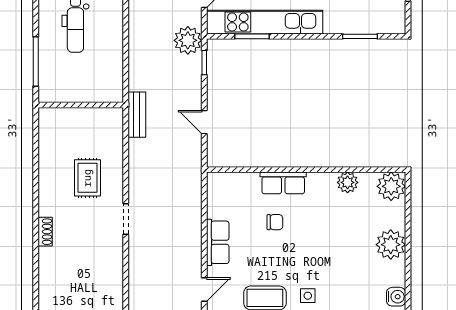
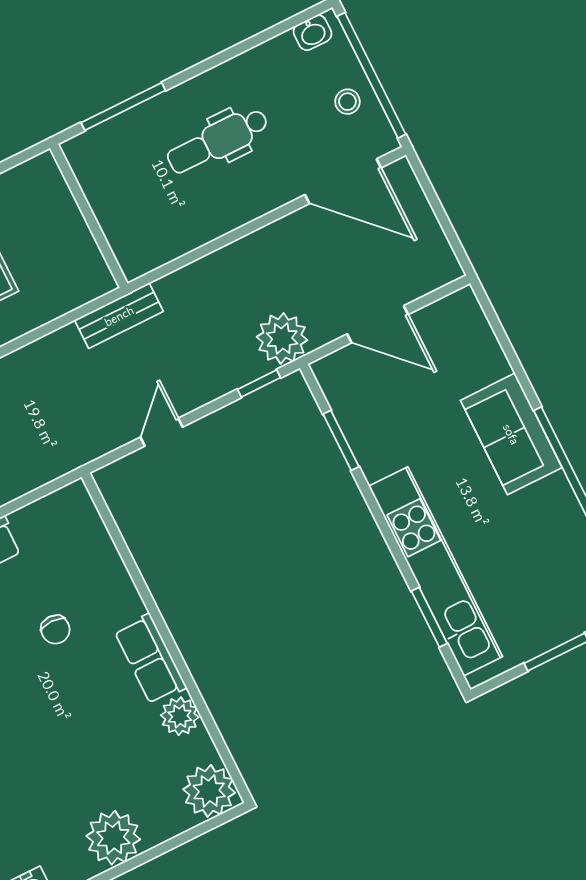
kitchen unit: (265, 22) -> (436, 571), moved
row of seats: (283, 183) -> (150, 659), moved

